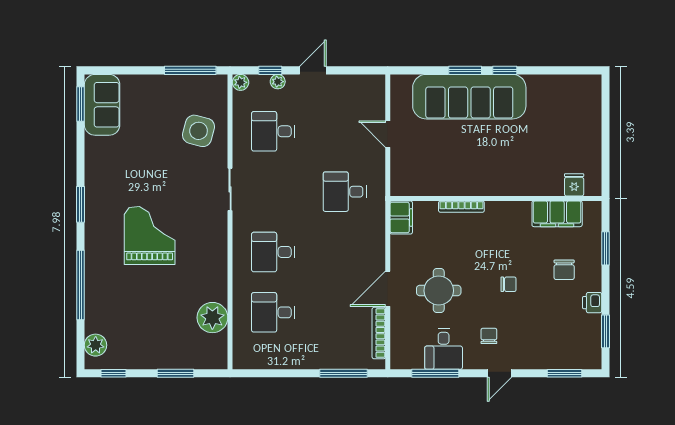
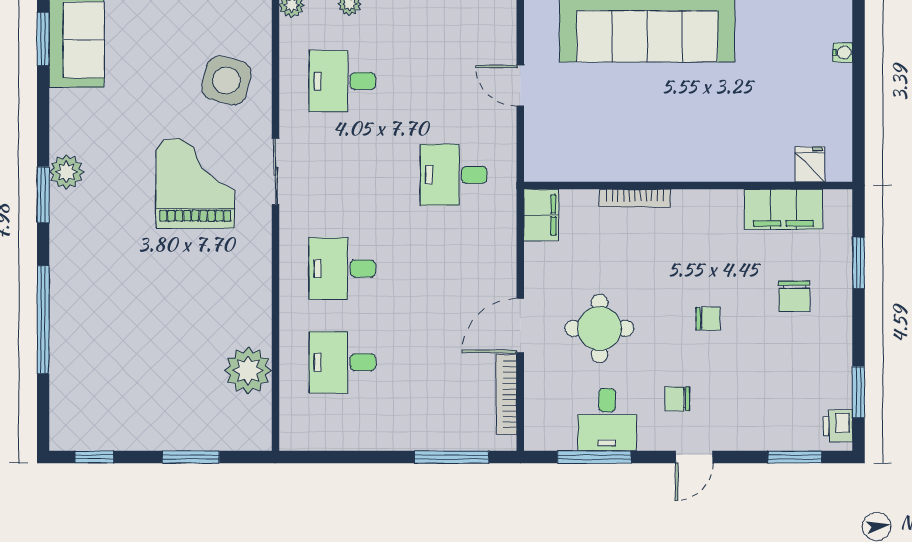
water cooler: (595, 113) -> (843, 53), added
grand piano: (150, 235) -> (195, 183), moved
printer: (592, 303) -> (838, 426), moved
chair: (489, 336) -> (677, 399), turned -90
plant: (96, 345) -> (66, 172), moved

